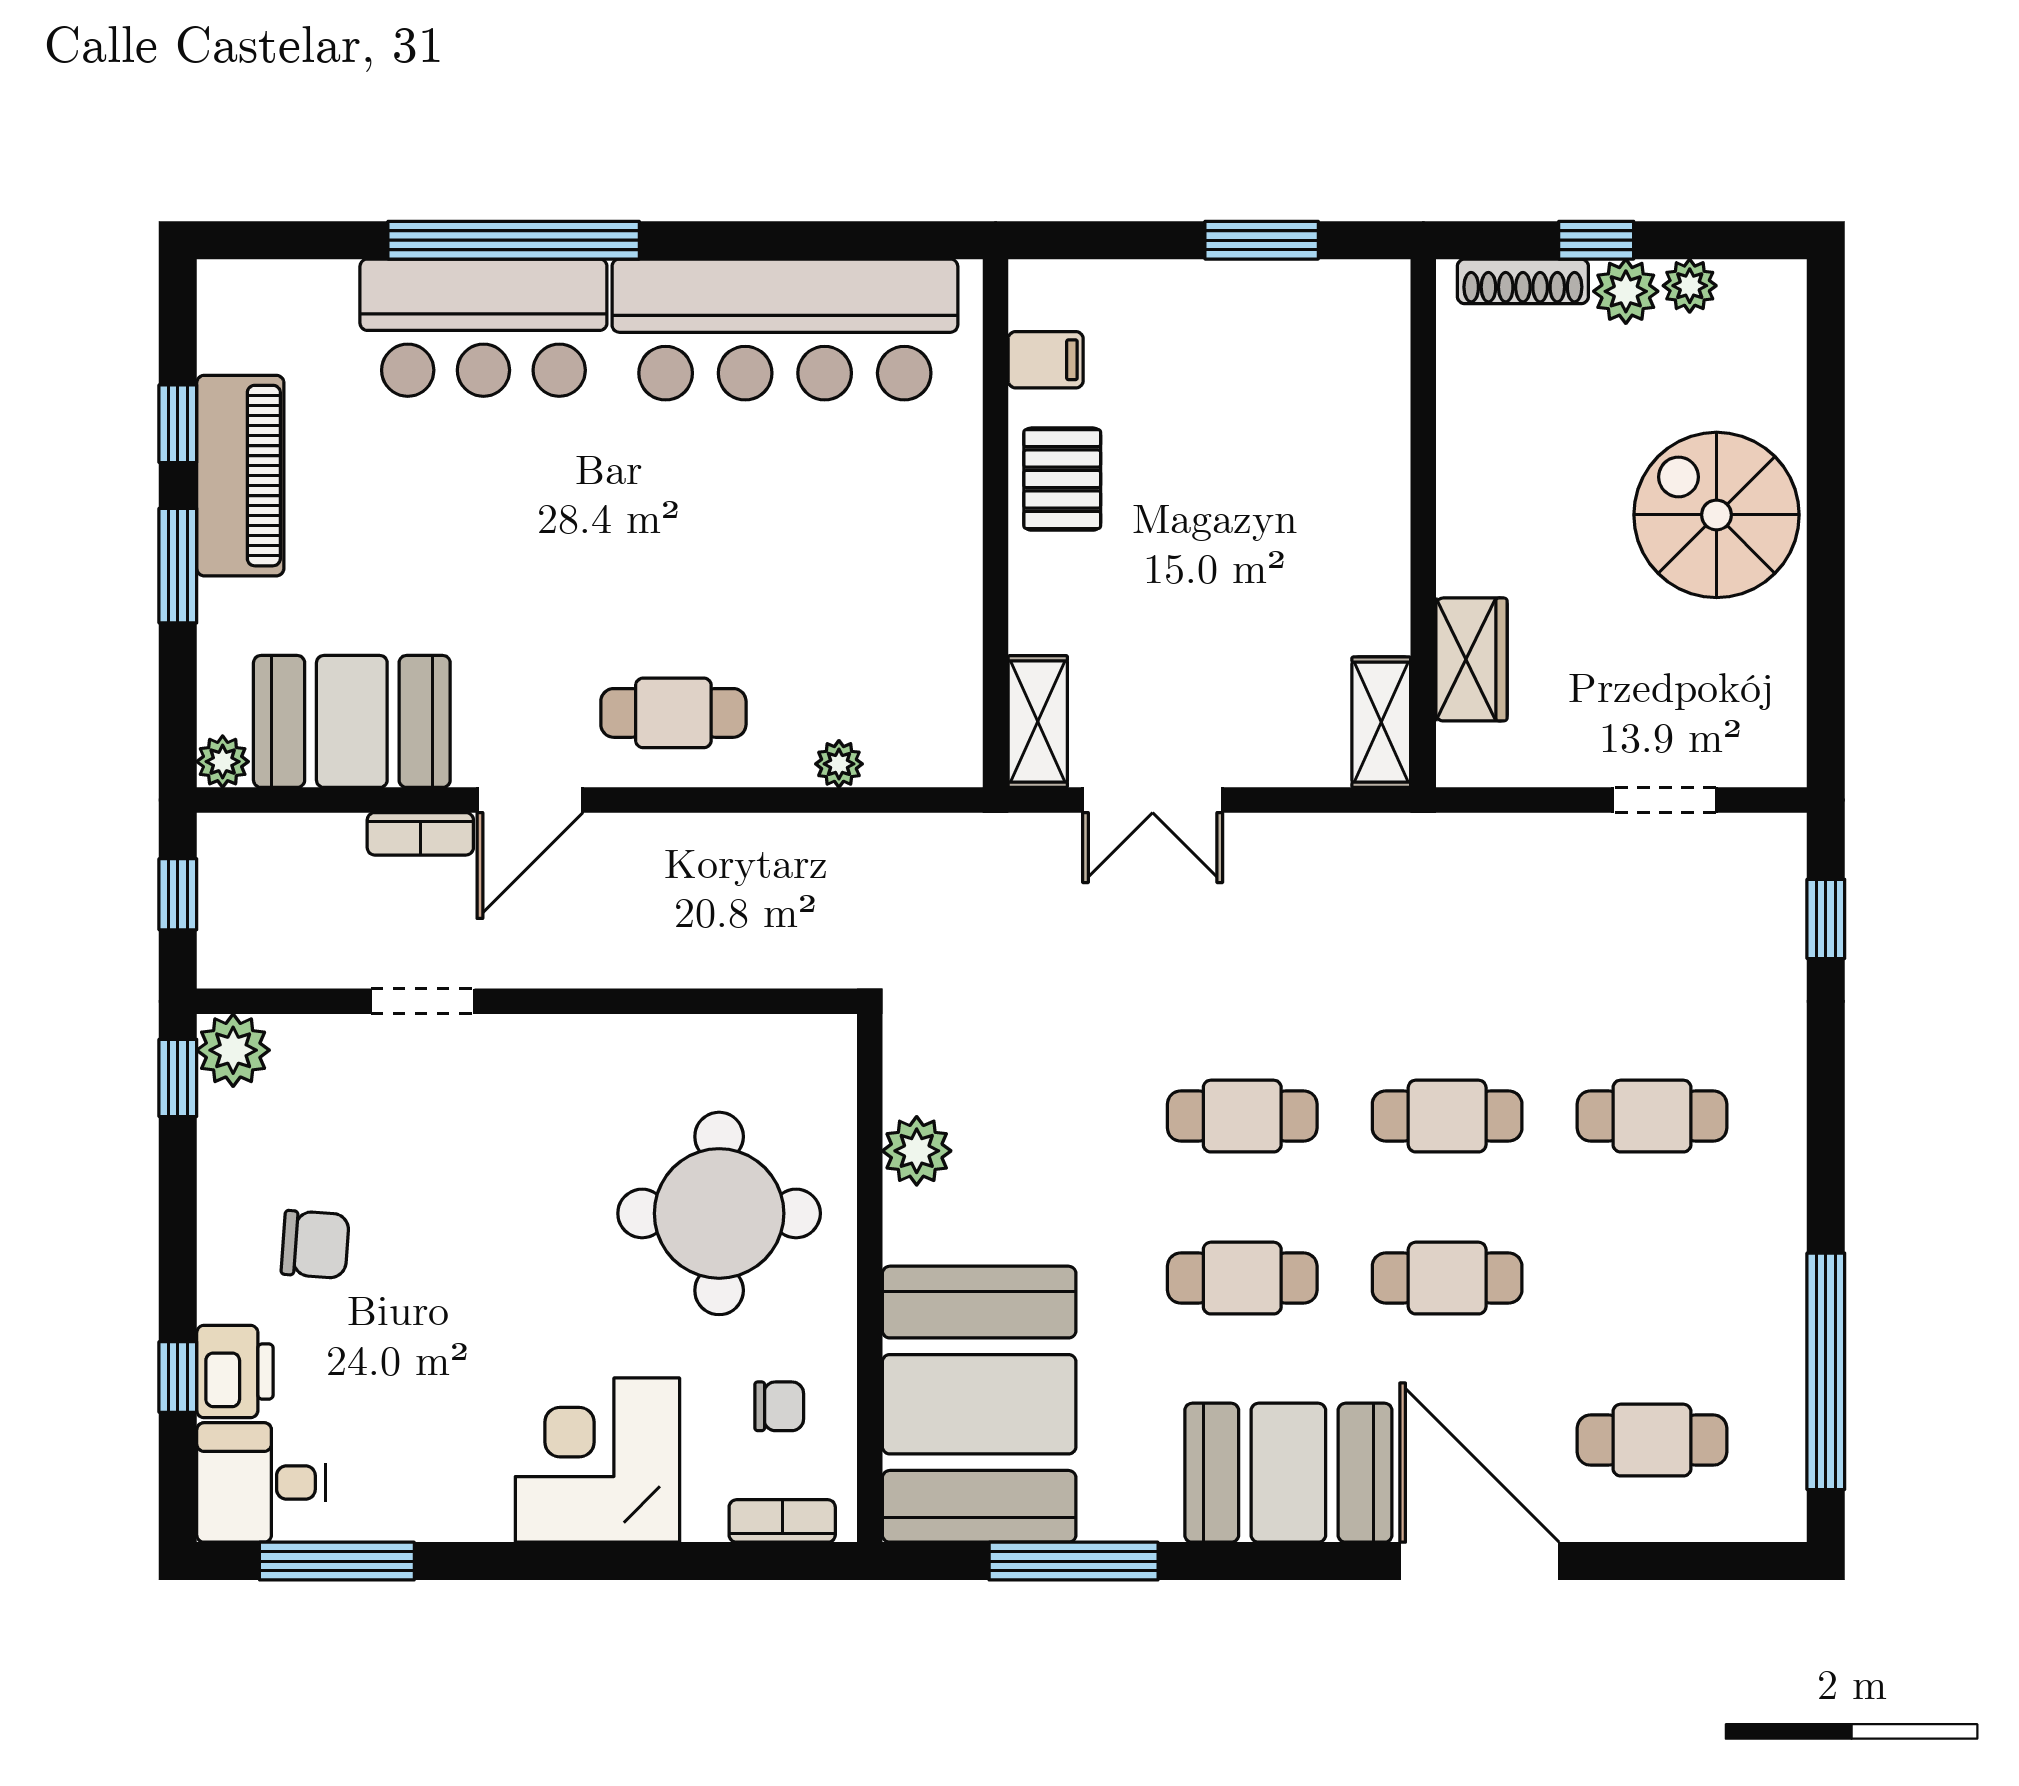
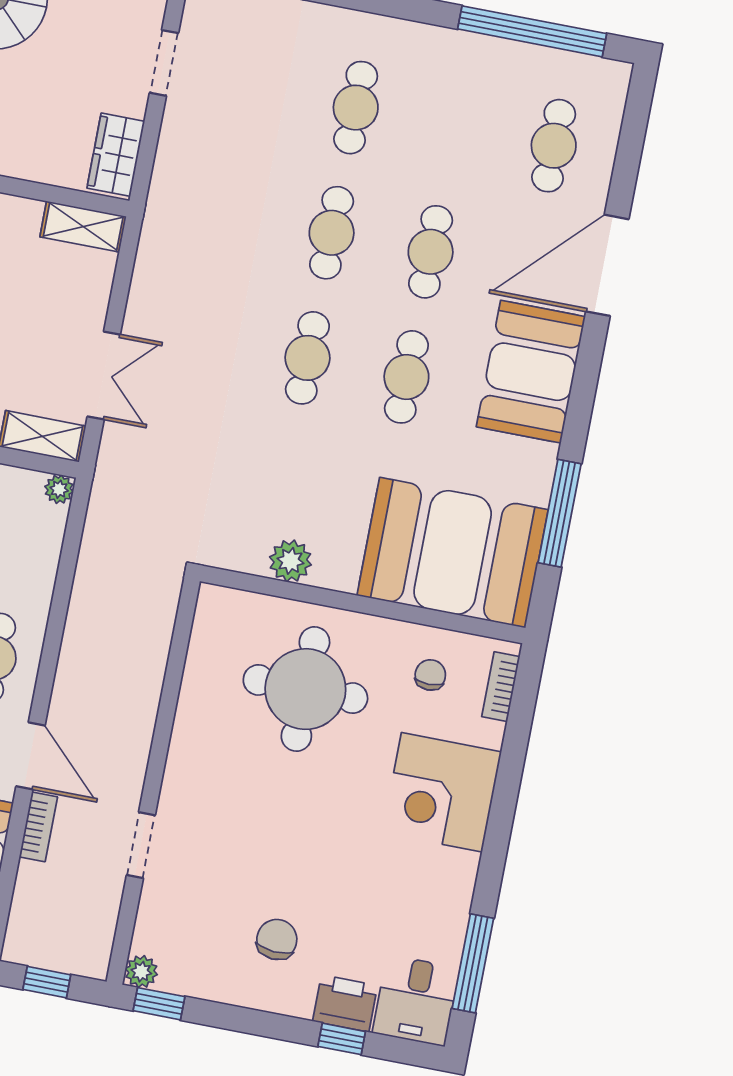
wardrobe: (1472, 659) -> (116, 155), moved, turned -90
plant: (839, 764) -> (59, 489), moved
plant: (233, 1050) -> (141, 972), width x0.73, depth x0.73

